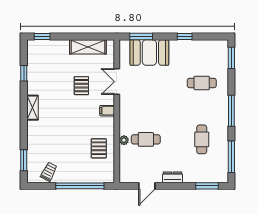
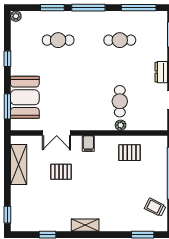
plant: (224, 44) -> (16, 16), added
window: (231, 58) -> (52, 8), moved
cafe table: (202, 83) -> (58, 40), turned 90

